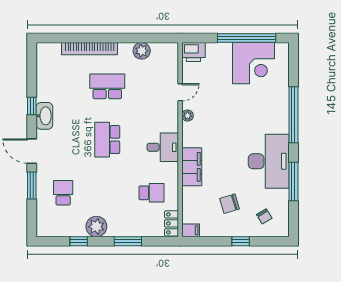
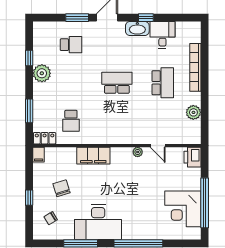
desk: (163, 147) -> (162, 35), moved, turned 180
window: (128, 241) -> (29, 111), moved

